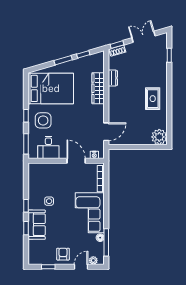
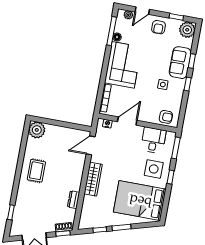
wardrobe: (98, 88) -> (93, 179), moved
door: (76, 161) -> (127, 121), swing flipped
armchair: (41, 171) -> (166, 117), added
plant: (36, 257) -> (187, 30), added

